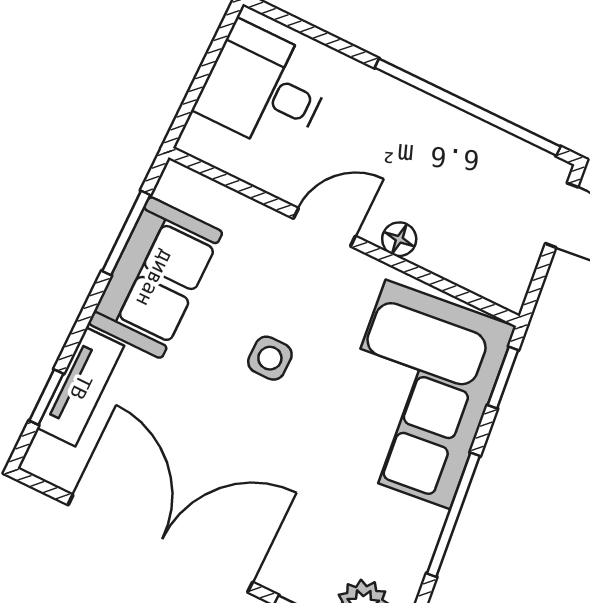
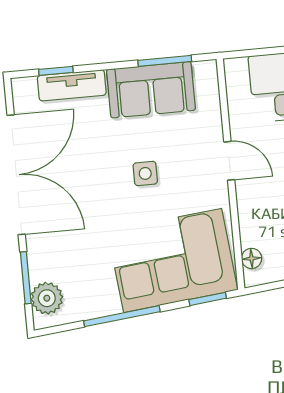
floor lamp: (399, 239) -> (252, 258), moved

